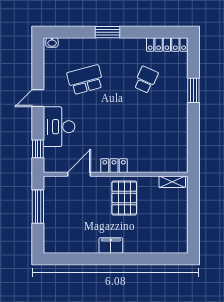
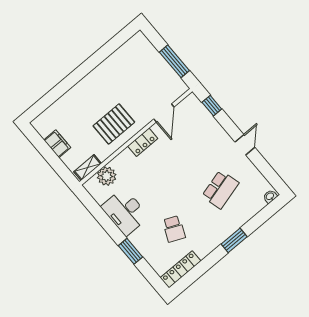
desk: (59, 127) -> (125, 212), moved, turned 180
plant: (163, 163) -> (107, 176), added
pallet: (124, 198) -> (114, 124), turned 90
filing cabinet: (111, 245) -> (57, 144), moved, turned -90

